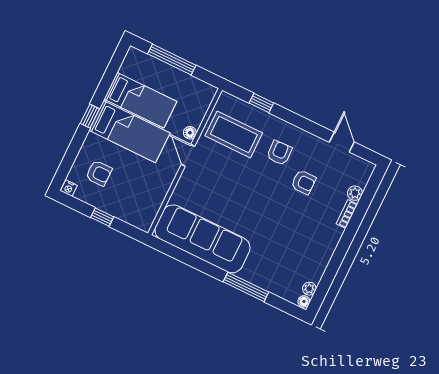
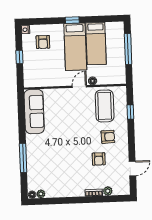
sofa: (202, 239) -> (34, 112), width x0.74, depth x0.79

